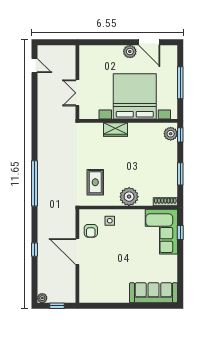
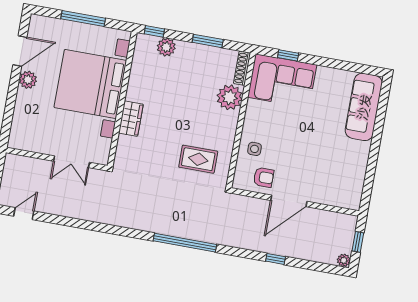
plant: (171, 134) -> (166, 47), moved
plant: (129, 197) -> (230, 97), moved

